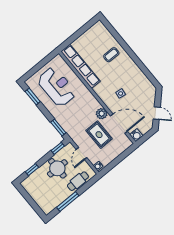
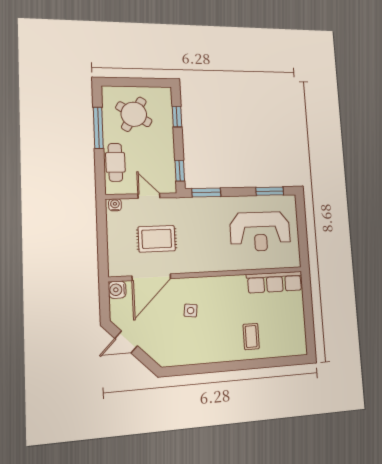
row of seats: (81, 66) -> (275, 282), width x0.73
plant: (102, 114) -> (183, 264), removed
round table: (57, 168) -> (134, 114), moved, turned 31

